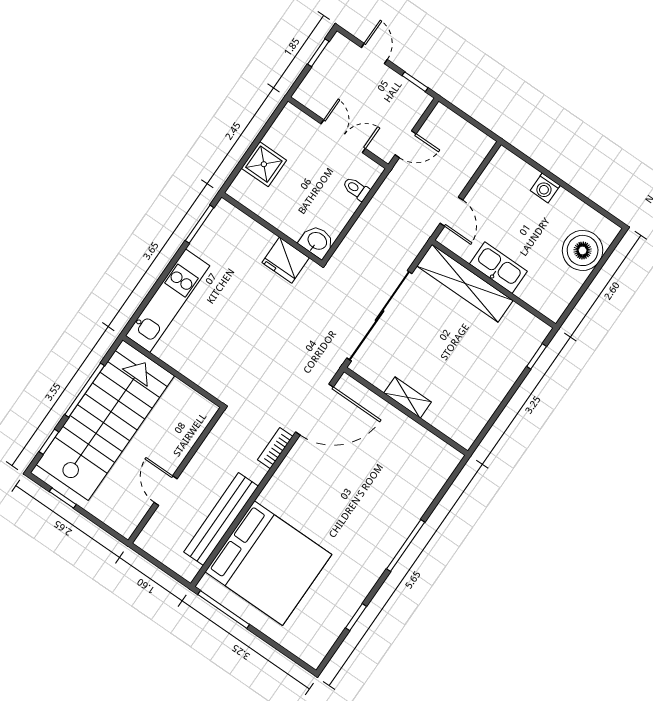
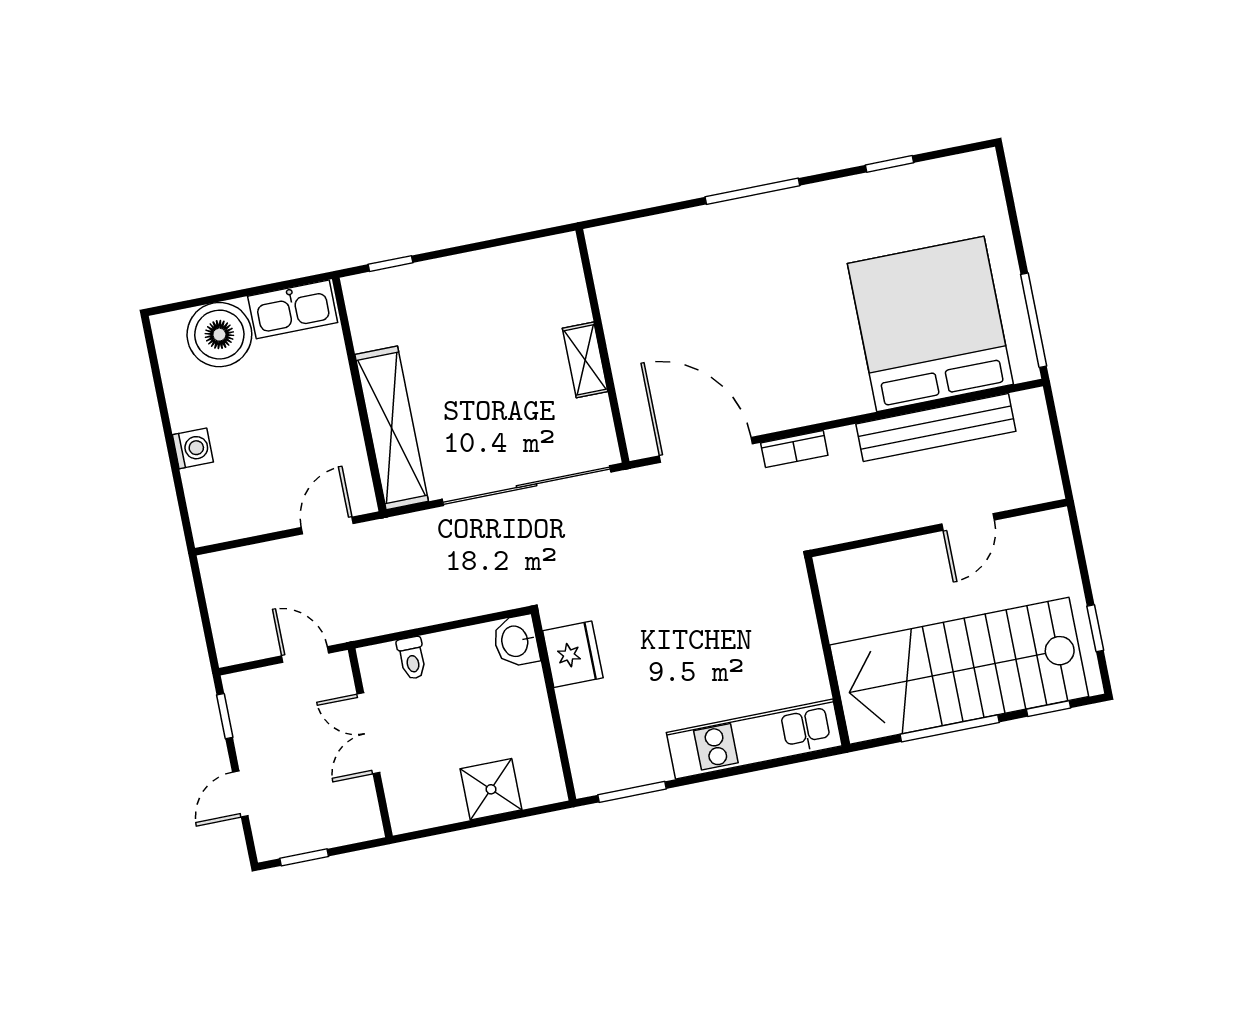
kitchen sink: (498, 268) -> (293, 309), moved, turned -90

